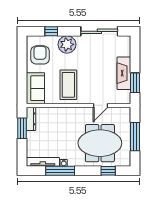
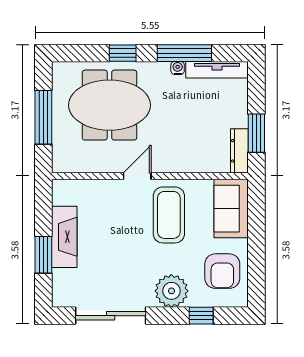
window: (135, 83) -> (43, 255), moved
door: (100, 105) -> (137, 176), moved
window: (108, 171) -> (123, 53), moved

